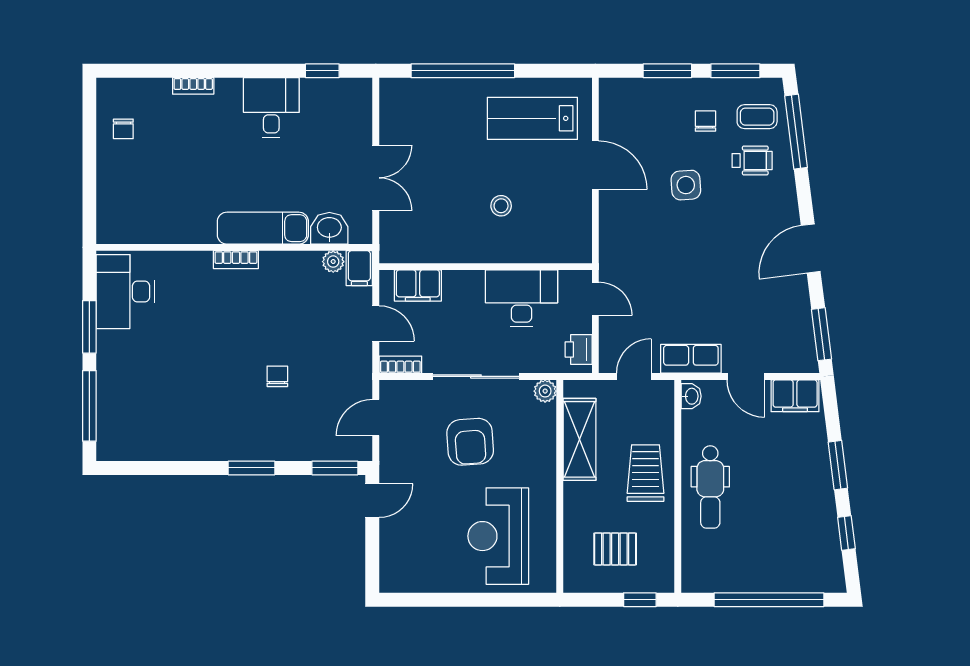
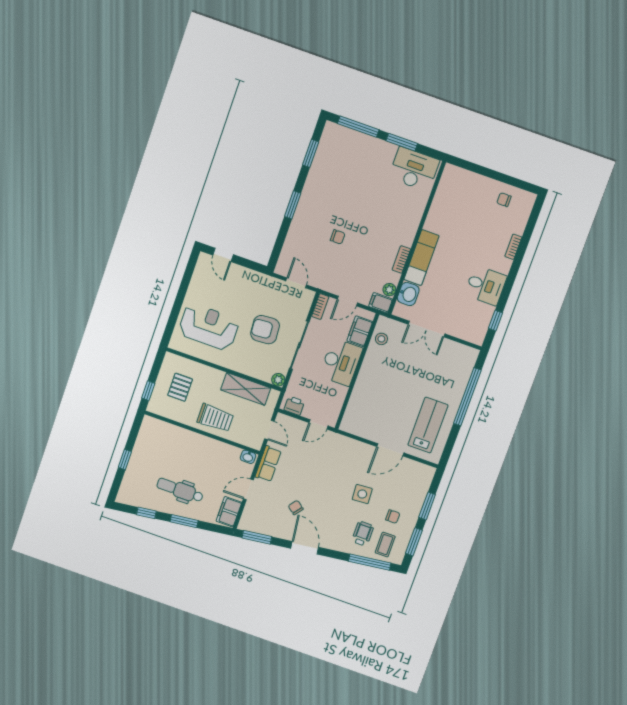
wheelchair: (752, 160) -> (363, 534), turned 180
stool: (501, 206) -> (381, 339), moved
bookcase: (236, 260) -> (401, 259), moved
chair: (748, 287) -> (296, 507), added
desk: (522, 298) -> (341, 362), moved
window: (335, 468) -> (311, 153), moved
dental chair: (710, 487) -> (180, 490), moved
door: (372, 501) -> (223, 255), moved
window: (769, 600) -> (125, 459), width x0.32

